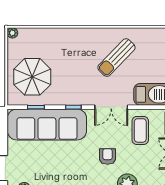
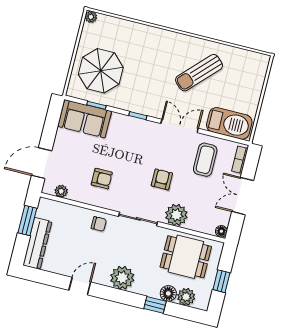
double door: (111, 107) -> (180, 126), swing flipped
sofa: (47, 124) -> (85, 119), width x0.54, depth x0.79
armchair: (56, 169) -> (102, 179), added

